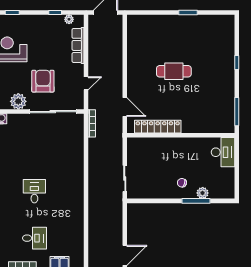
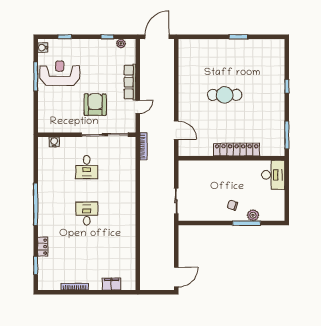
row of seats: (78, 45) -> (130, 82), moved
plant: (18, 101) -> (71, 125), removed
locker: (158, 127) -> (237, 150), moved
desk: (34, 238) -> (87, 167), moved, turned 90

